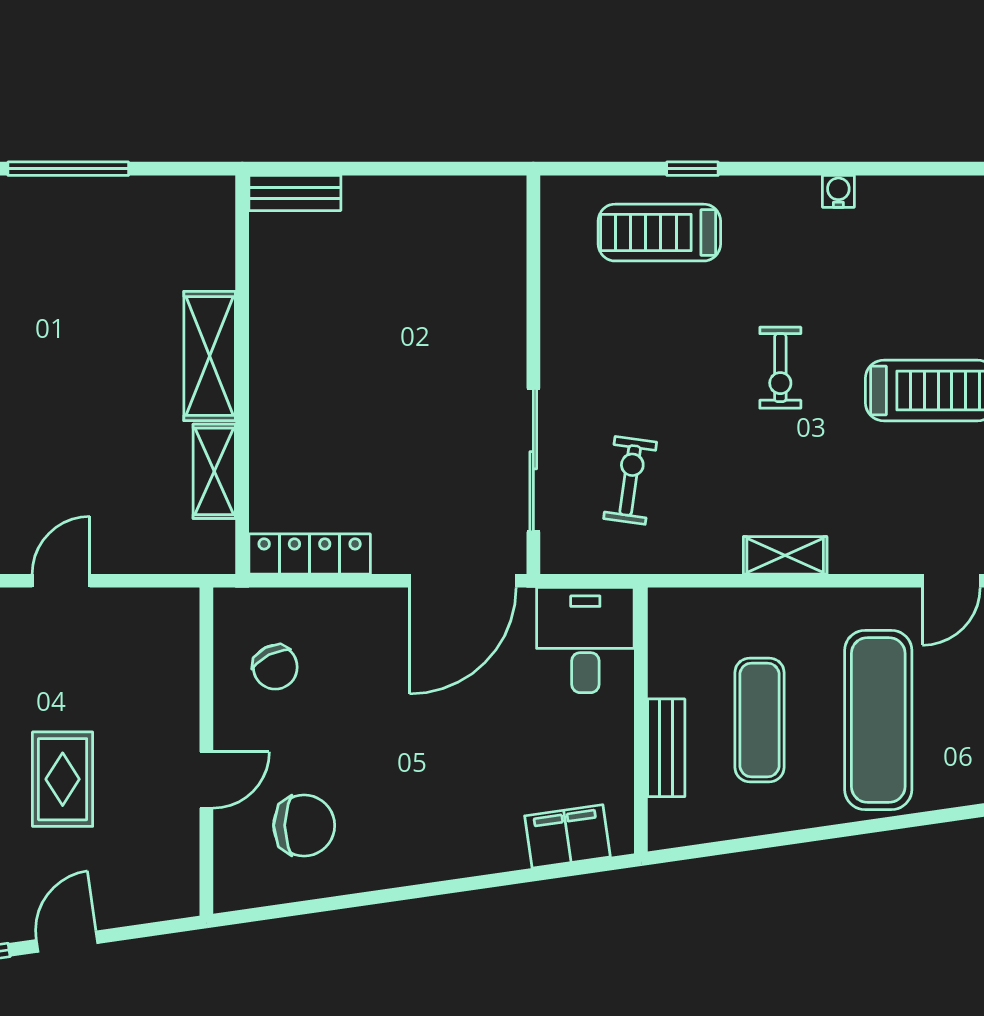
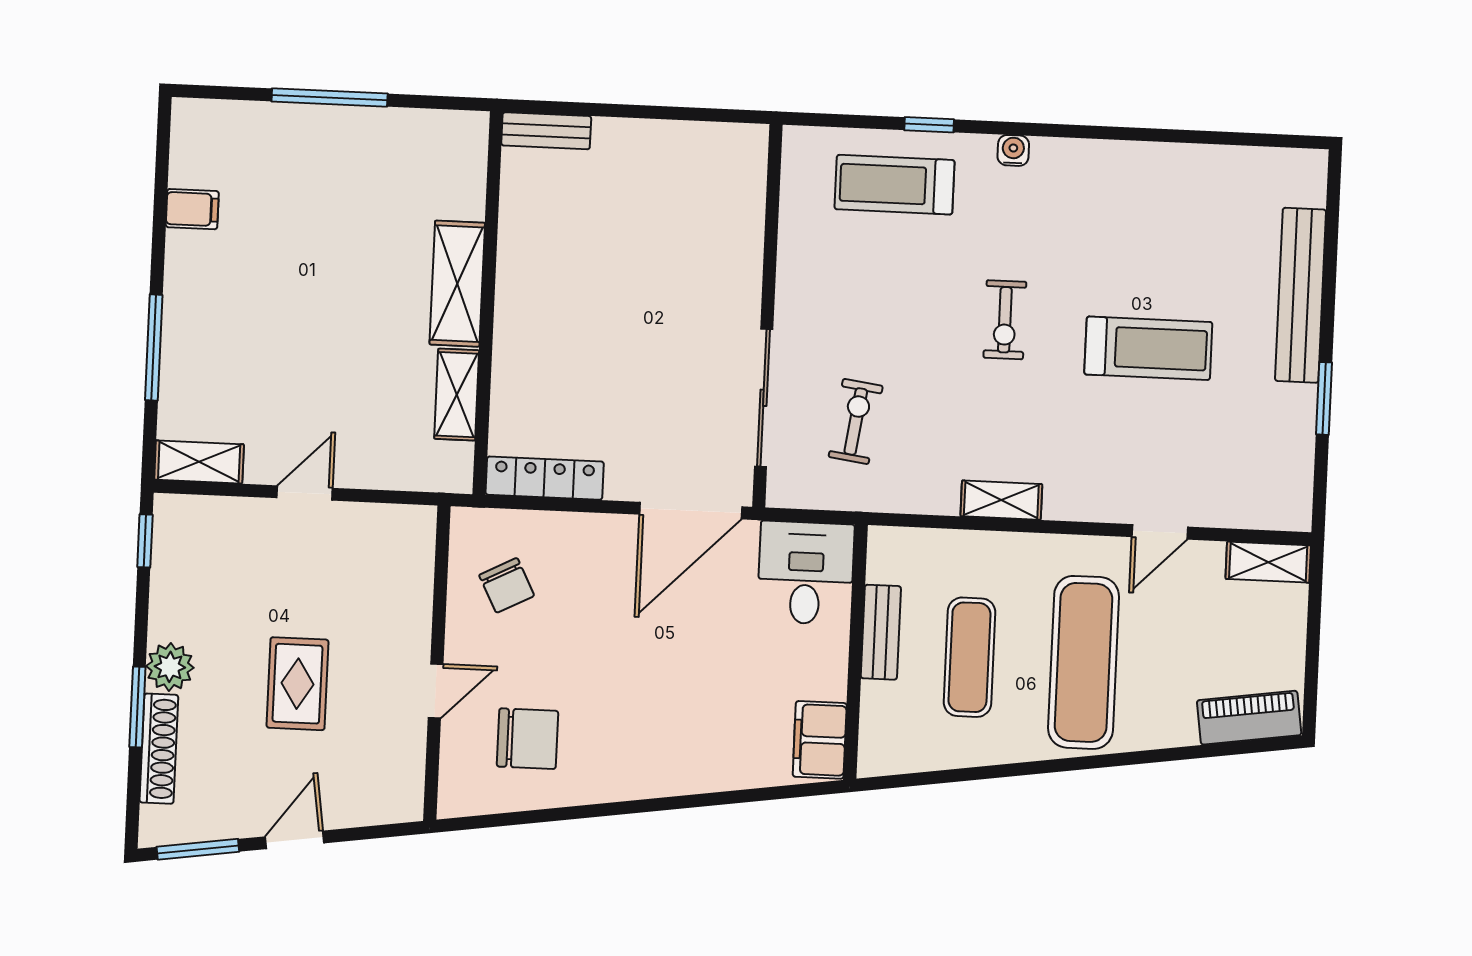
water cooler: (838, 191) -> (1013, 150), moved
bench: (666, 748) -> (881, 632), moved
filing cabinet: (567, 836) -> (820, 740), moved, turned -82

